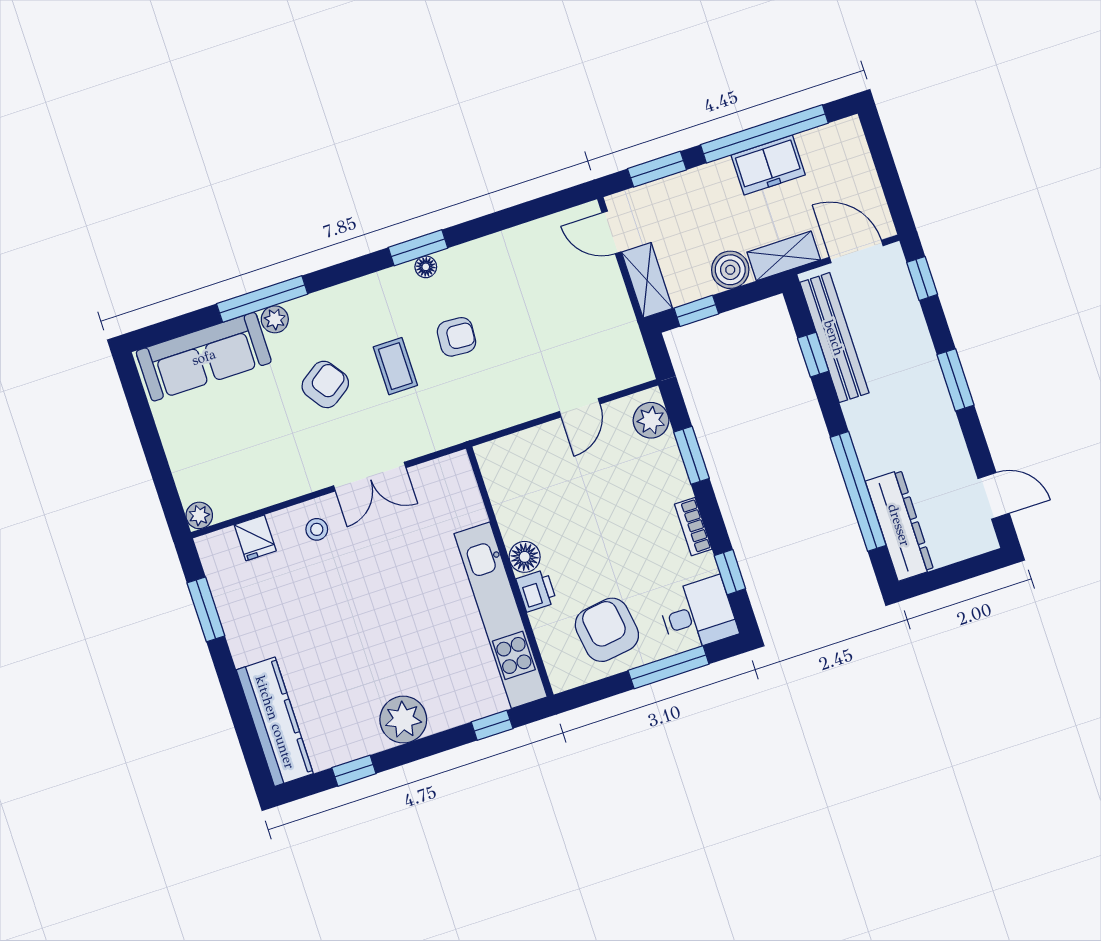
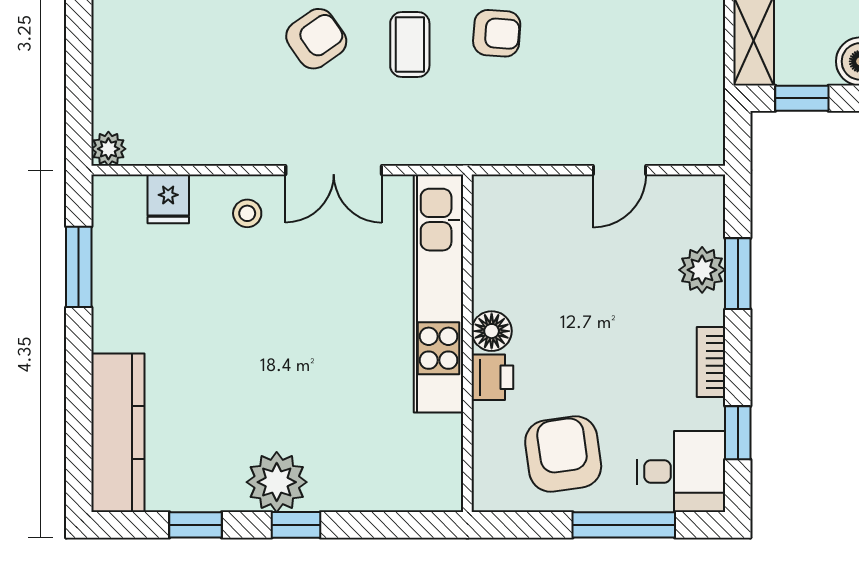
plant: (651, 420) -> (702, 270), moved
kitchen unit: (501, 615) -> (439, 293), moved
window: (492, 725) -> (296, 525), moved

